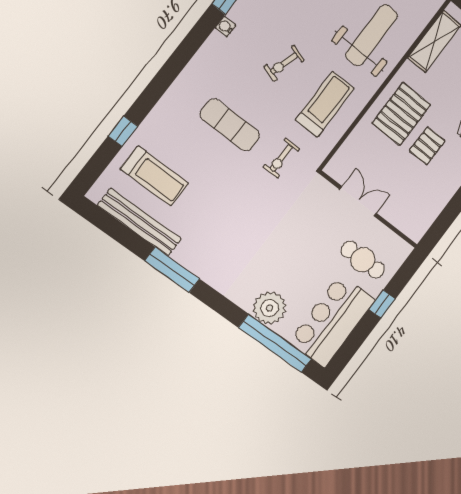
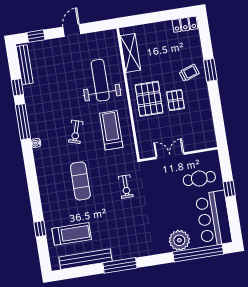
exercise mat: (230, 125) -> (80, 181), turned 90
exercise bike: (281, 158) -> (126, 187), moved

